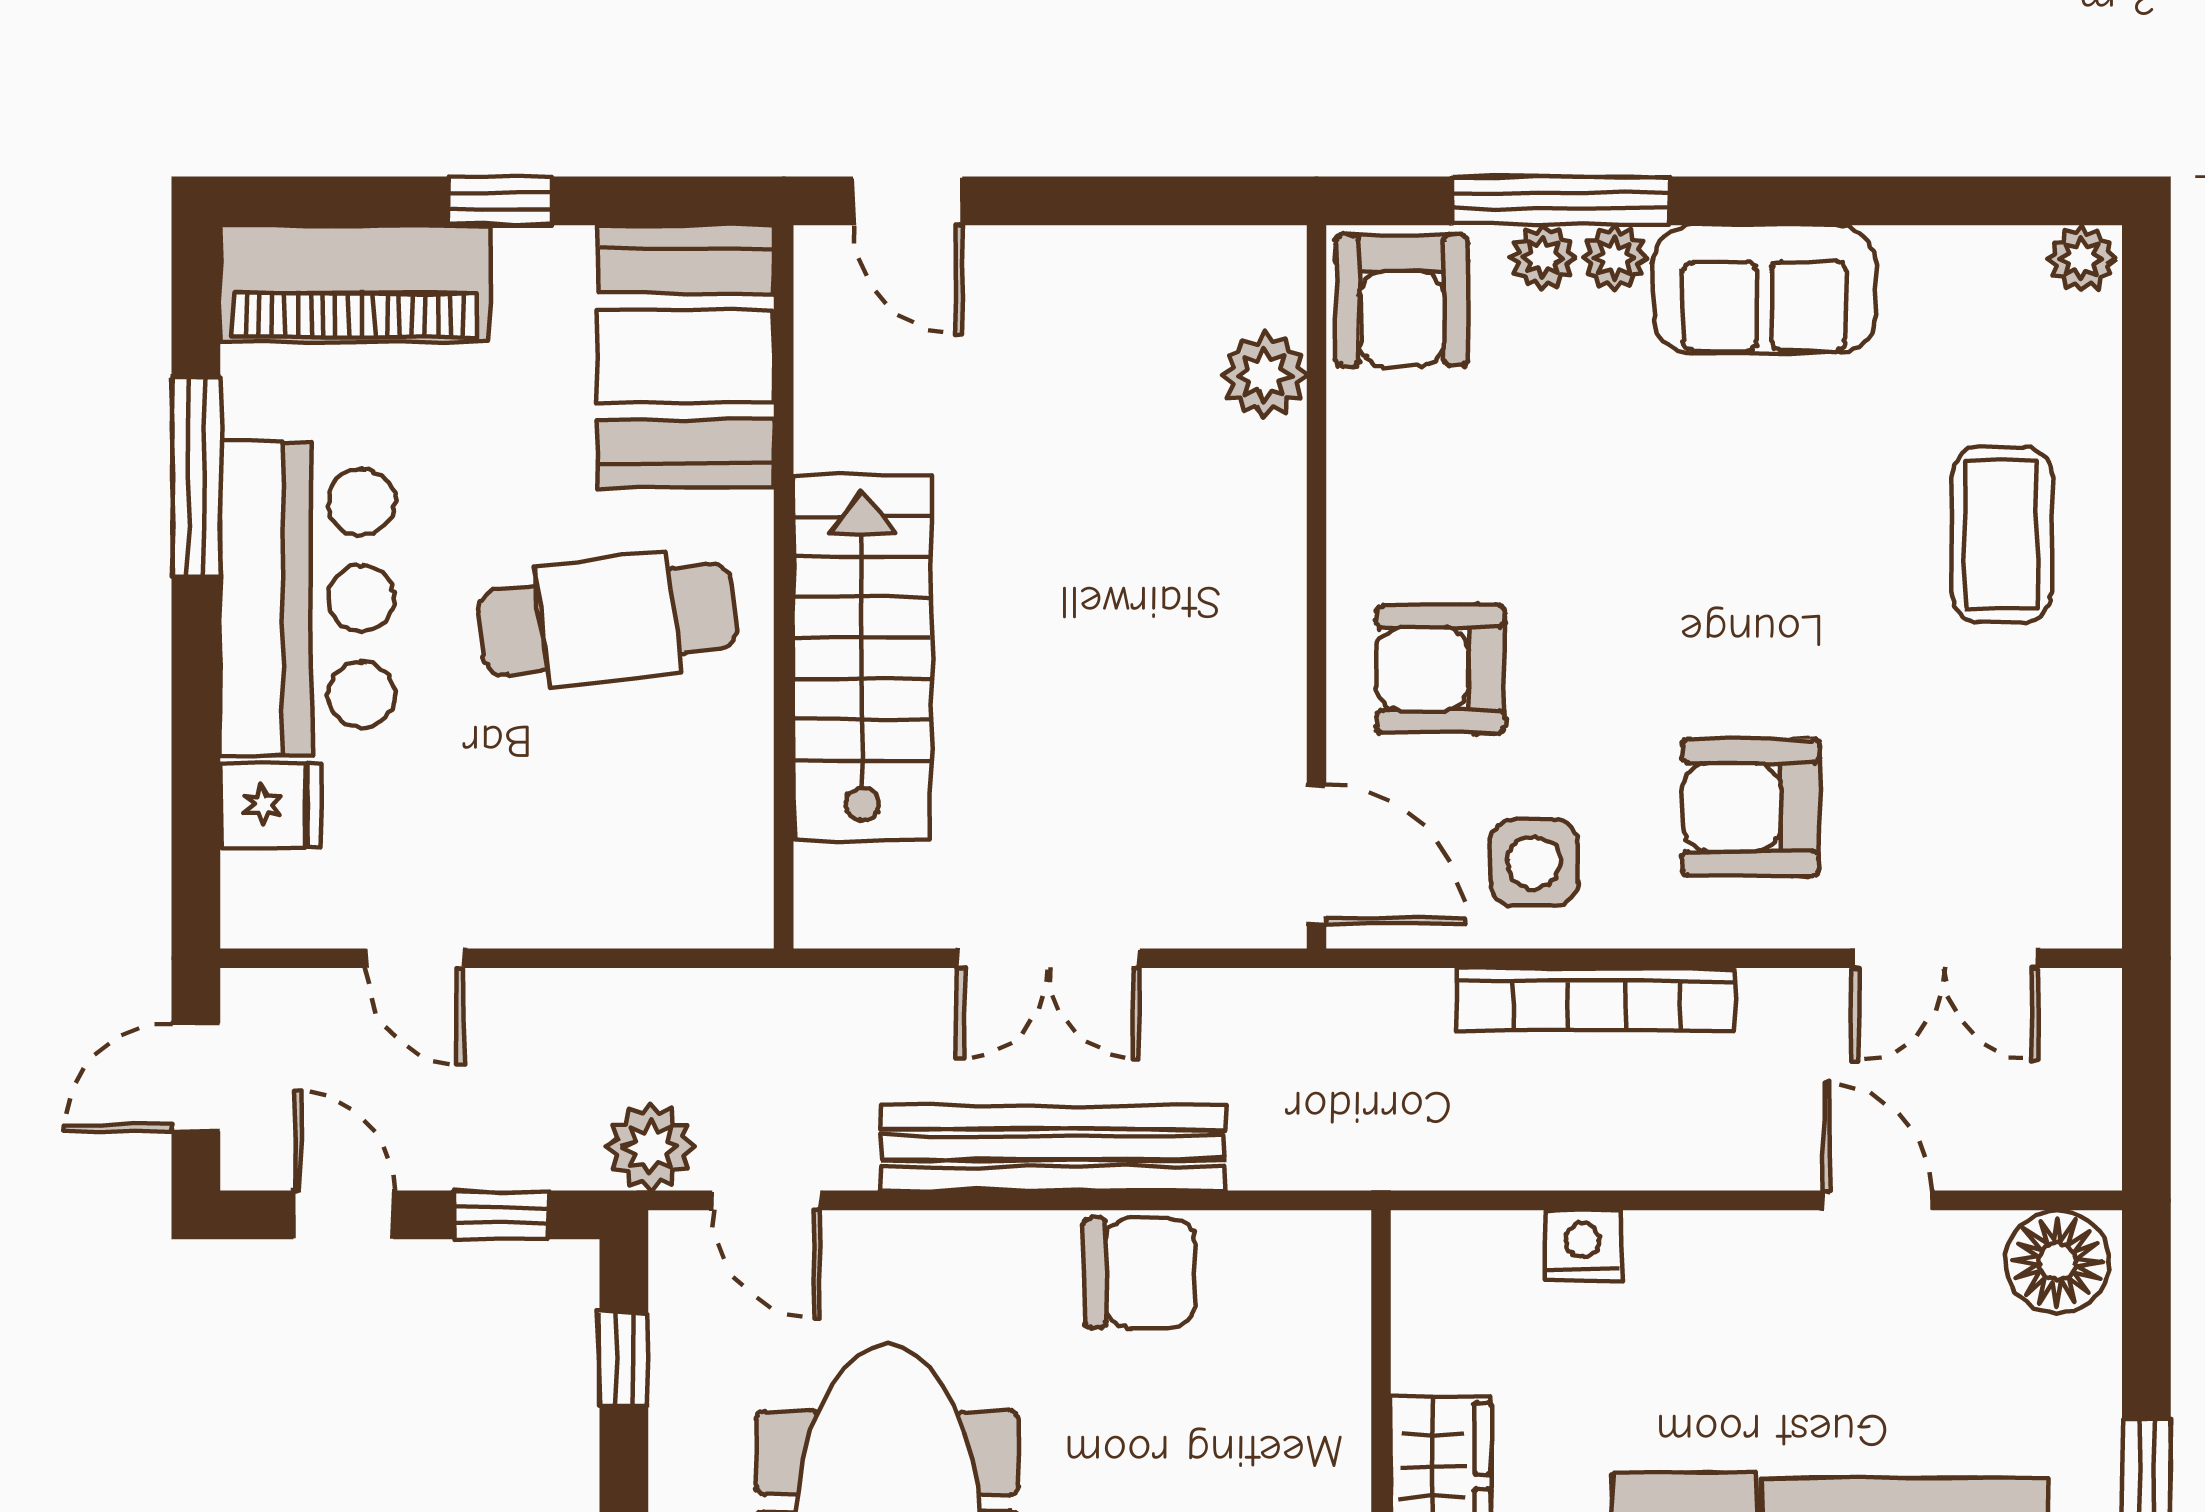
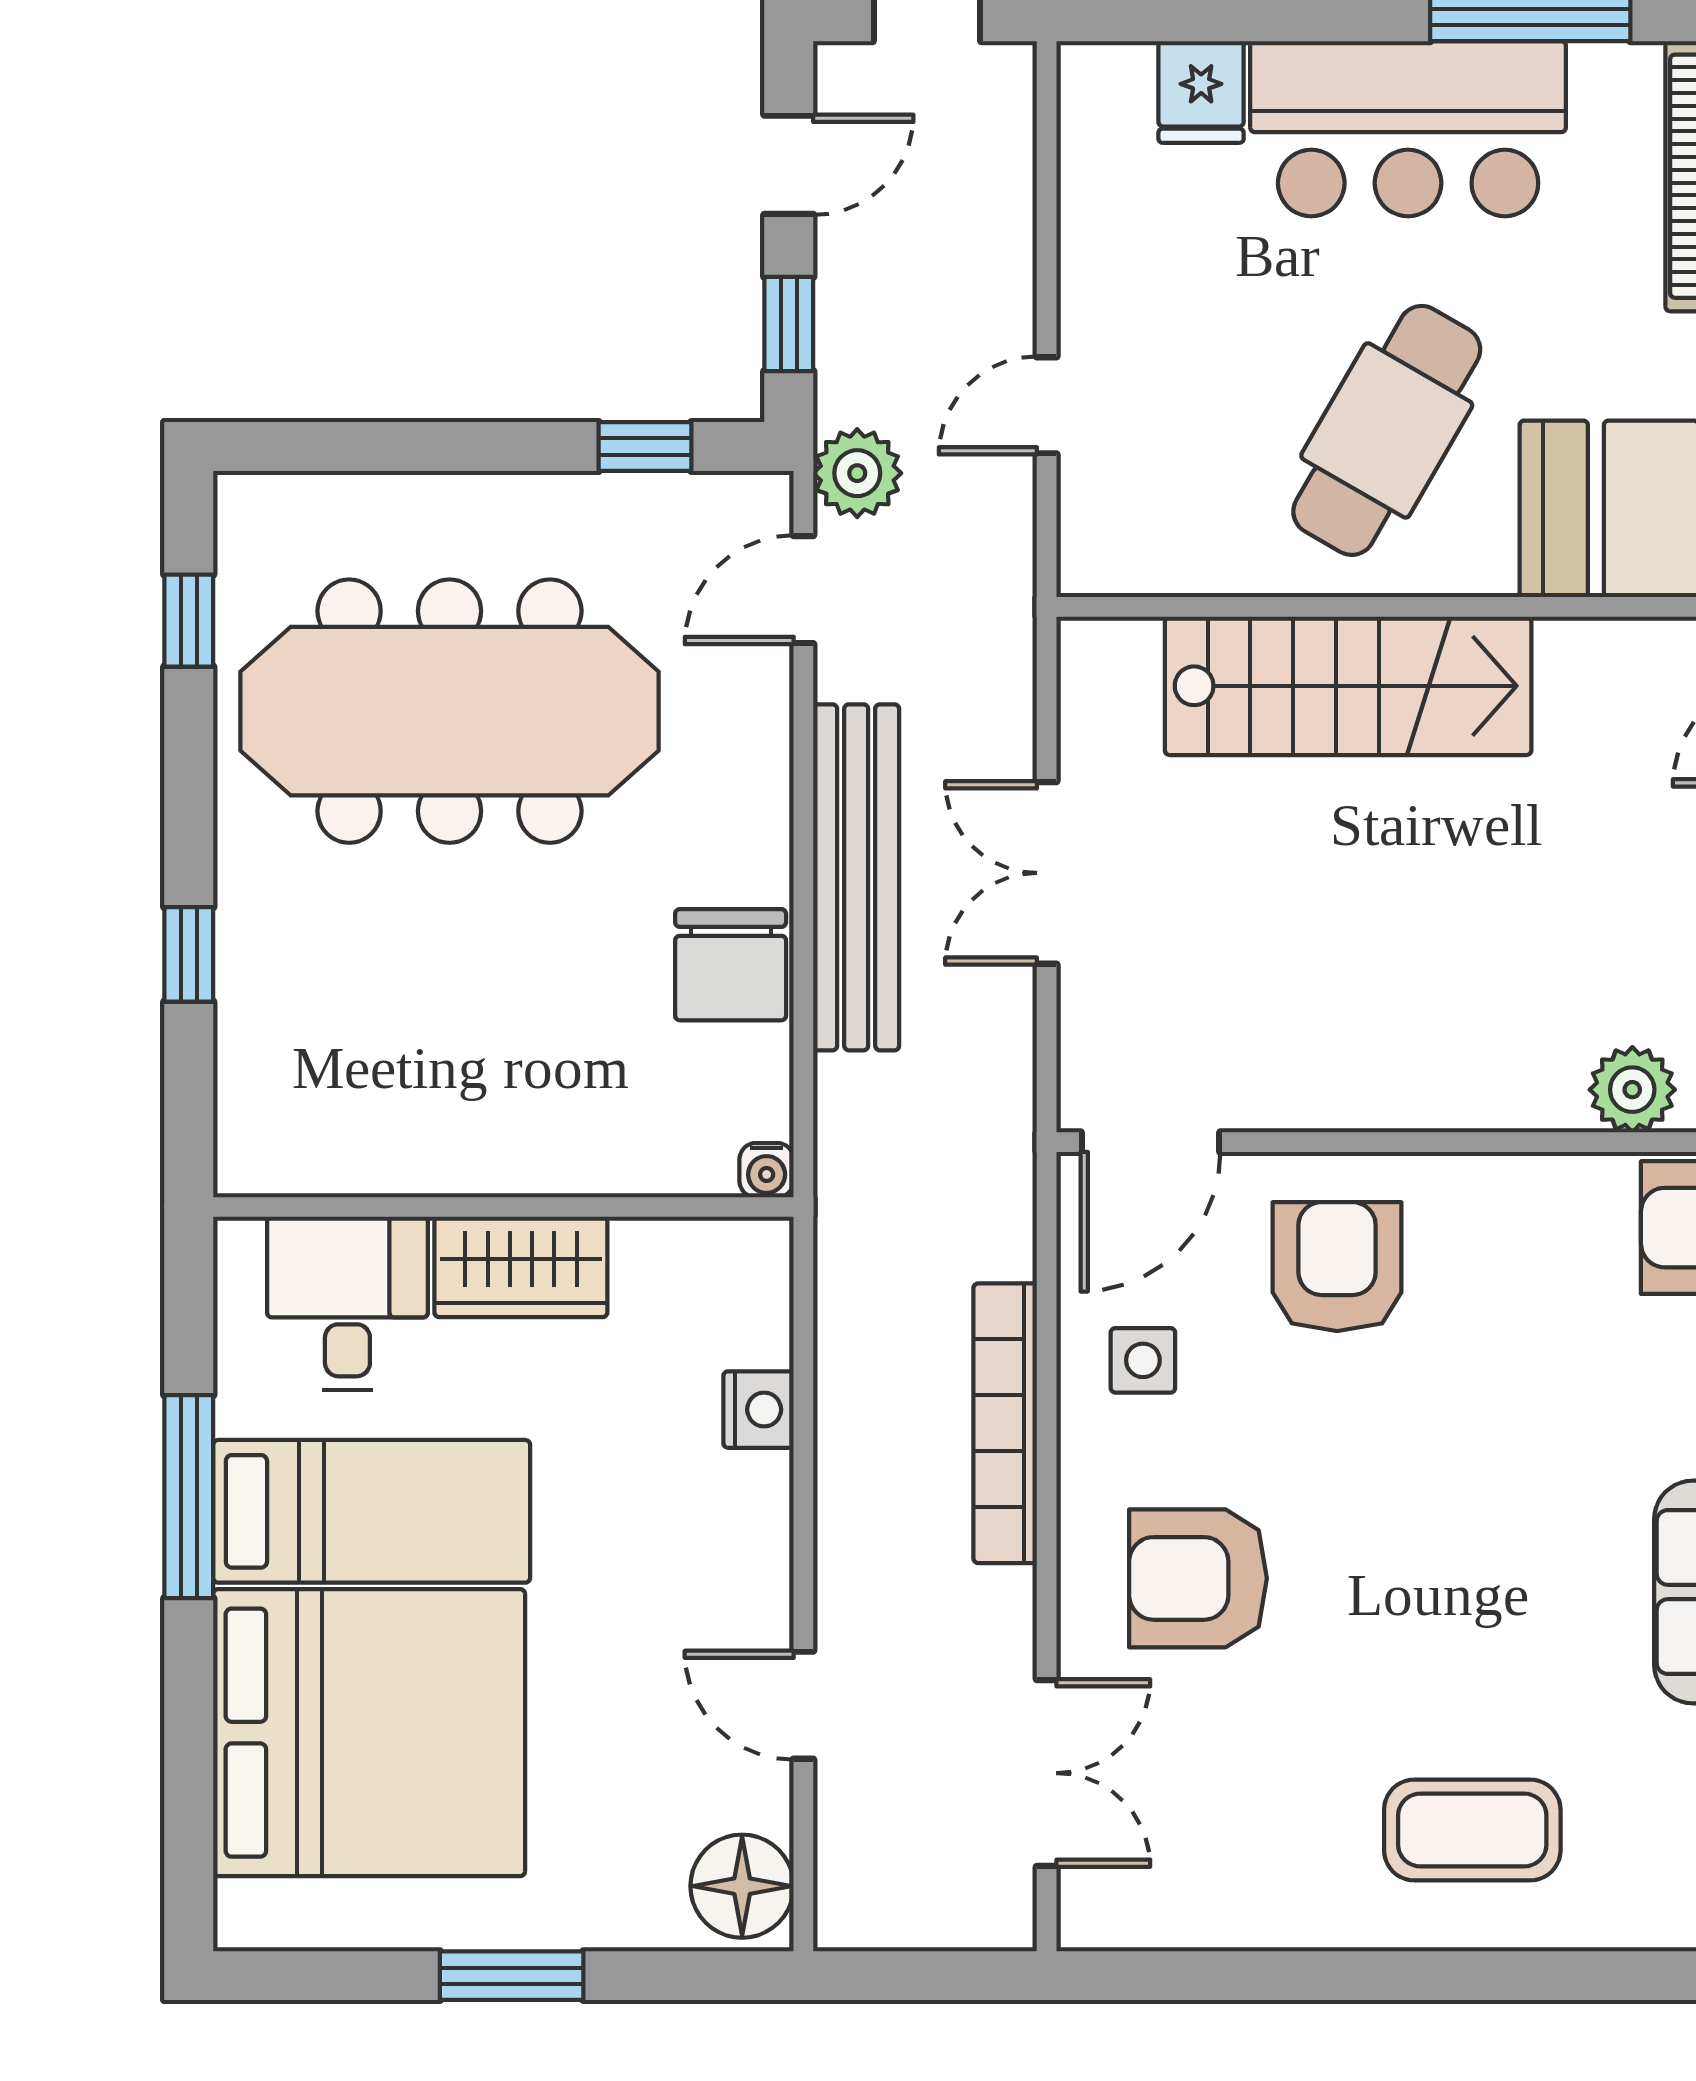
cafe table: (608, 620) -> (1387, 430), turned 37
armchair: (1751, 808) -> (1198, 1578), turned -90
side table: (1534, 862) -> (1143, 1360), width x0.73, depth x0.73
door: (415, 958) -> (1047, 405), moved
double door: (1945, 958) -> (1047, 1773), swing flipped
door: (1877, 1200) -> (803, 1705), swing flipped
water cooler: (1344, 1237) -> (767, 1170), added

